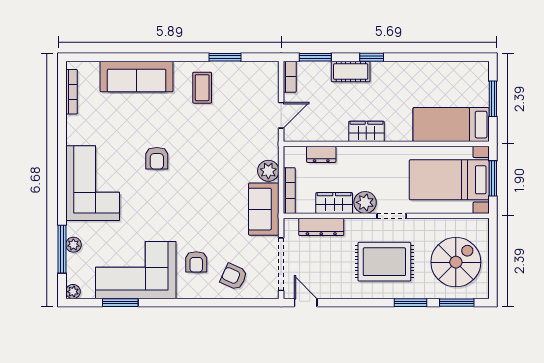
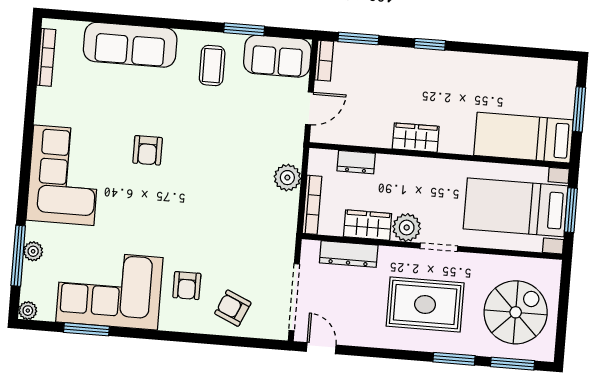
cot: (351, 71) -> (402, 60), removed
sofa: (264, 209) -> (277, 56), moved, turned -90

